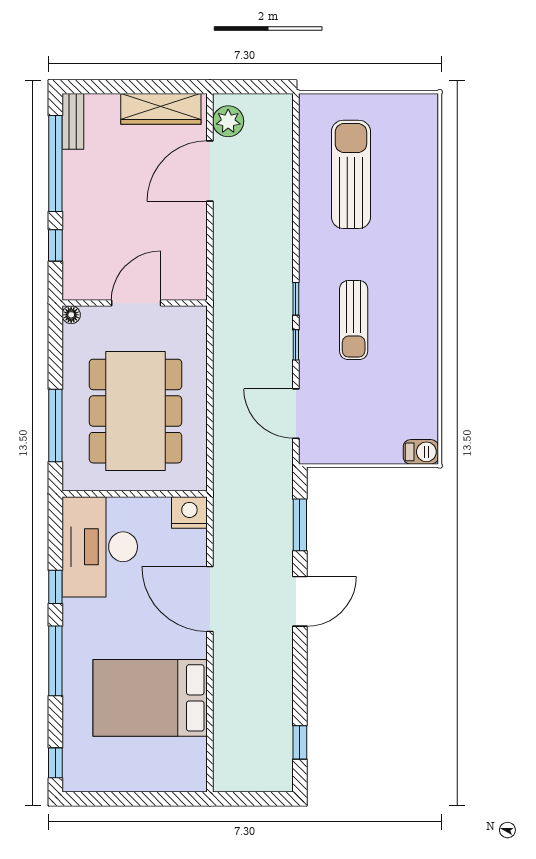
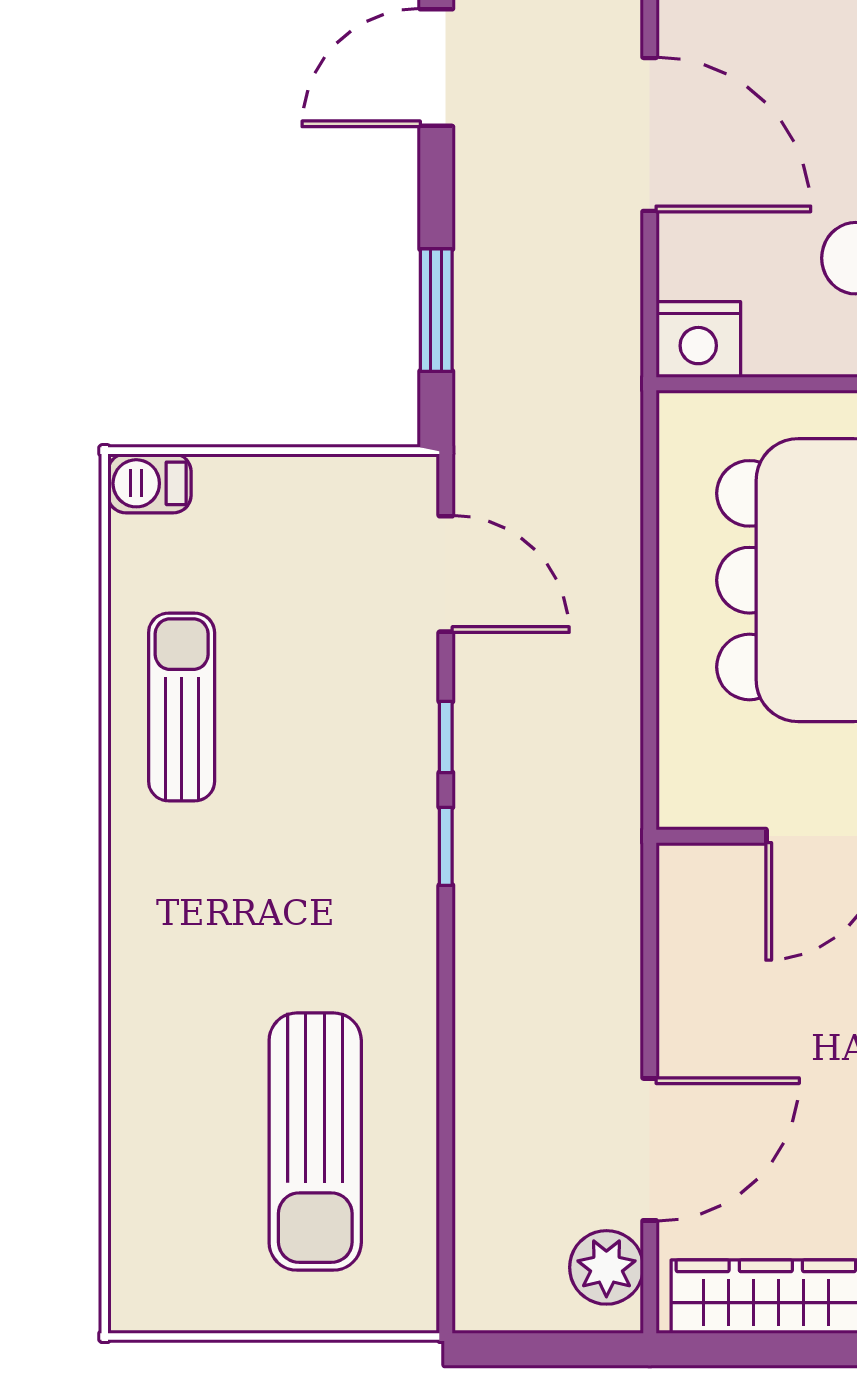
sun lounger: (354, 320) -> (182, 707), moved
door: (300, 601) -> (436, 68), moved

